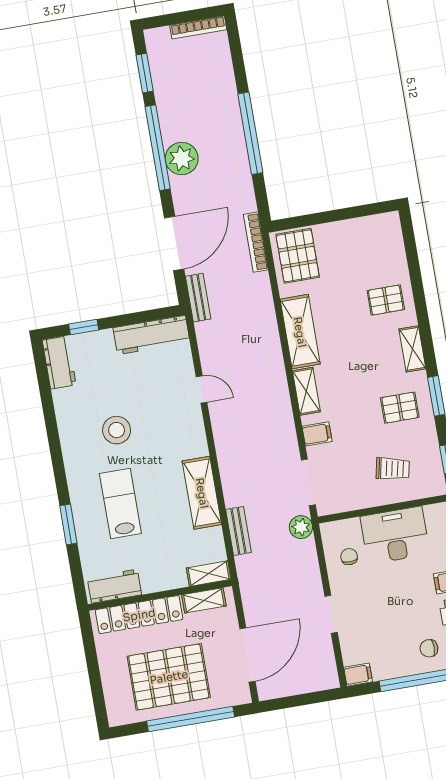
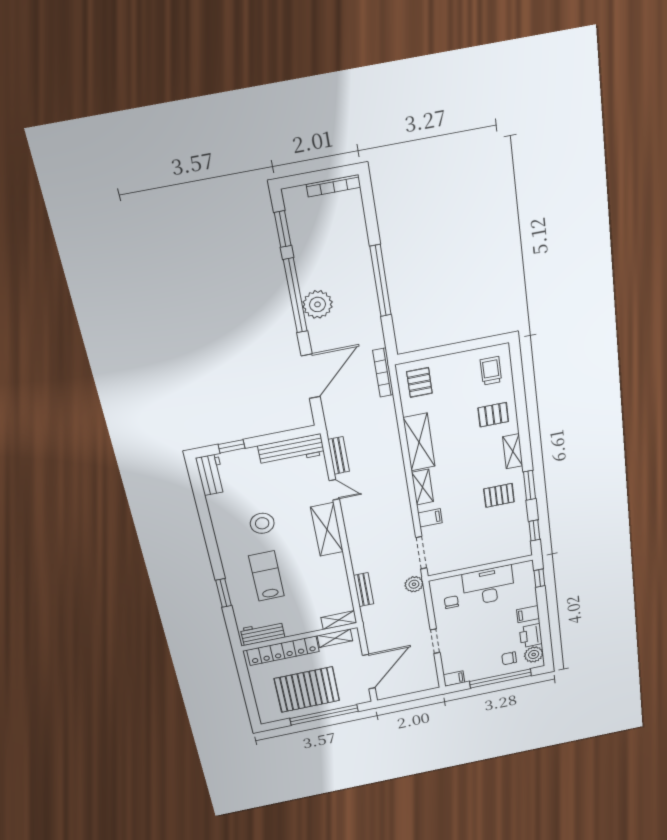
pallet: (298, 256) -> (419, 382), width x0.67, depth x0.71
bench: (198, 298) -> (339, 455), moved
trolley: (393, 469) -> (491, 371), moved, turned -102
shelving: (202, 493) -> (327, 529), moved

